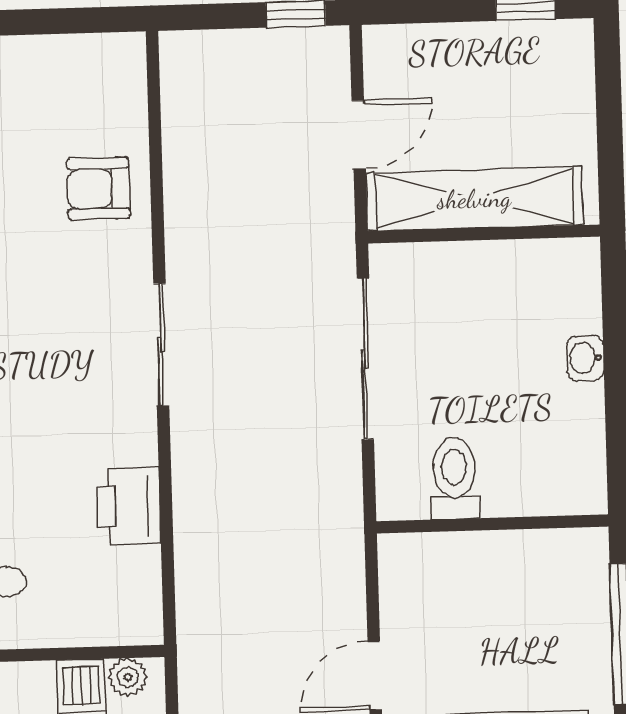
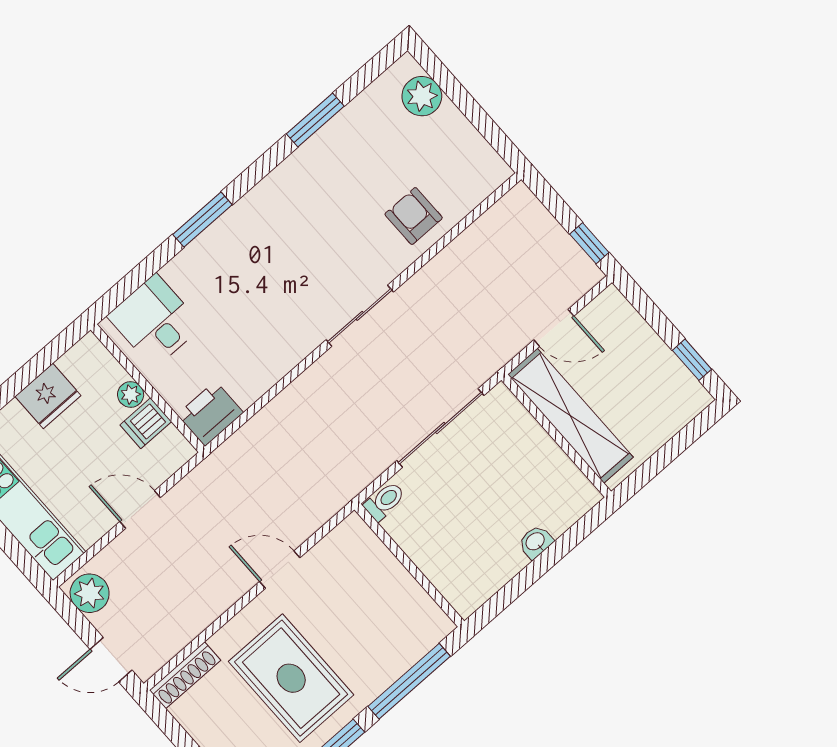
toilet: (454, 478) -> (385, 501), moved, width x0.73, depth x0.72
printer: (128, 506) -> (210, 414), moved
plant: (128, 677) -> (131, 395), moved

